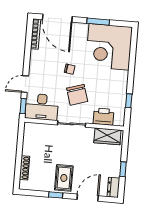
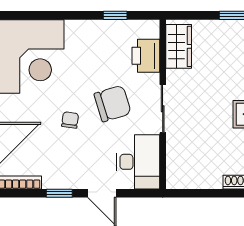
window: (23, 106) -> (59, 193), moved

